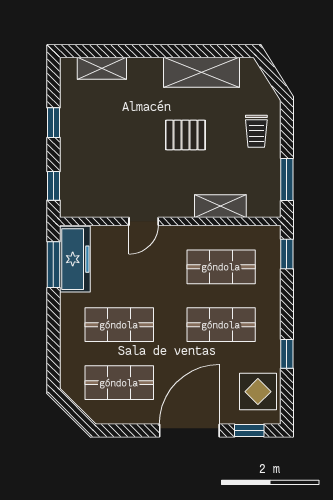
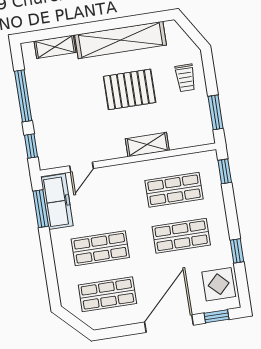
shelving: (201, 72) -> (121, 40), width x1.47
window: (53, 123) -> (23, 96), width x2.17
pallet: (185, 135) -> (130, 89), width x1.50, depth x1.42
shelving: (220, 206) -> (147, 145), moved
door: (144, 221) -> (81, 167), moved

